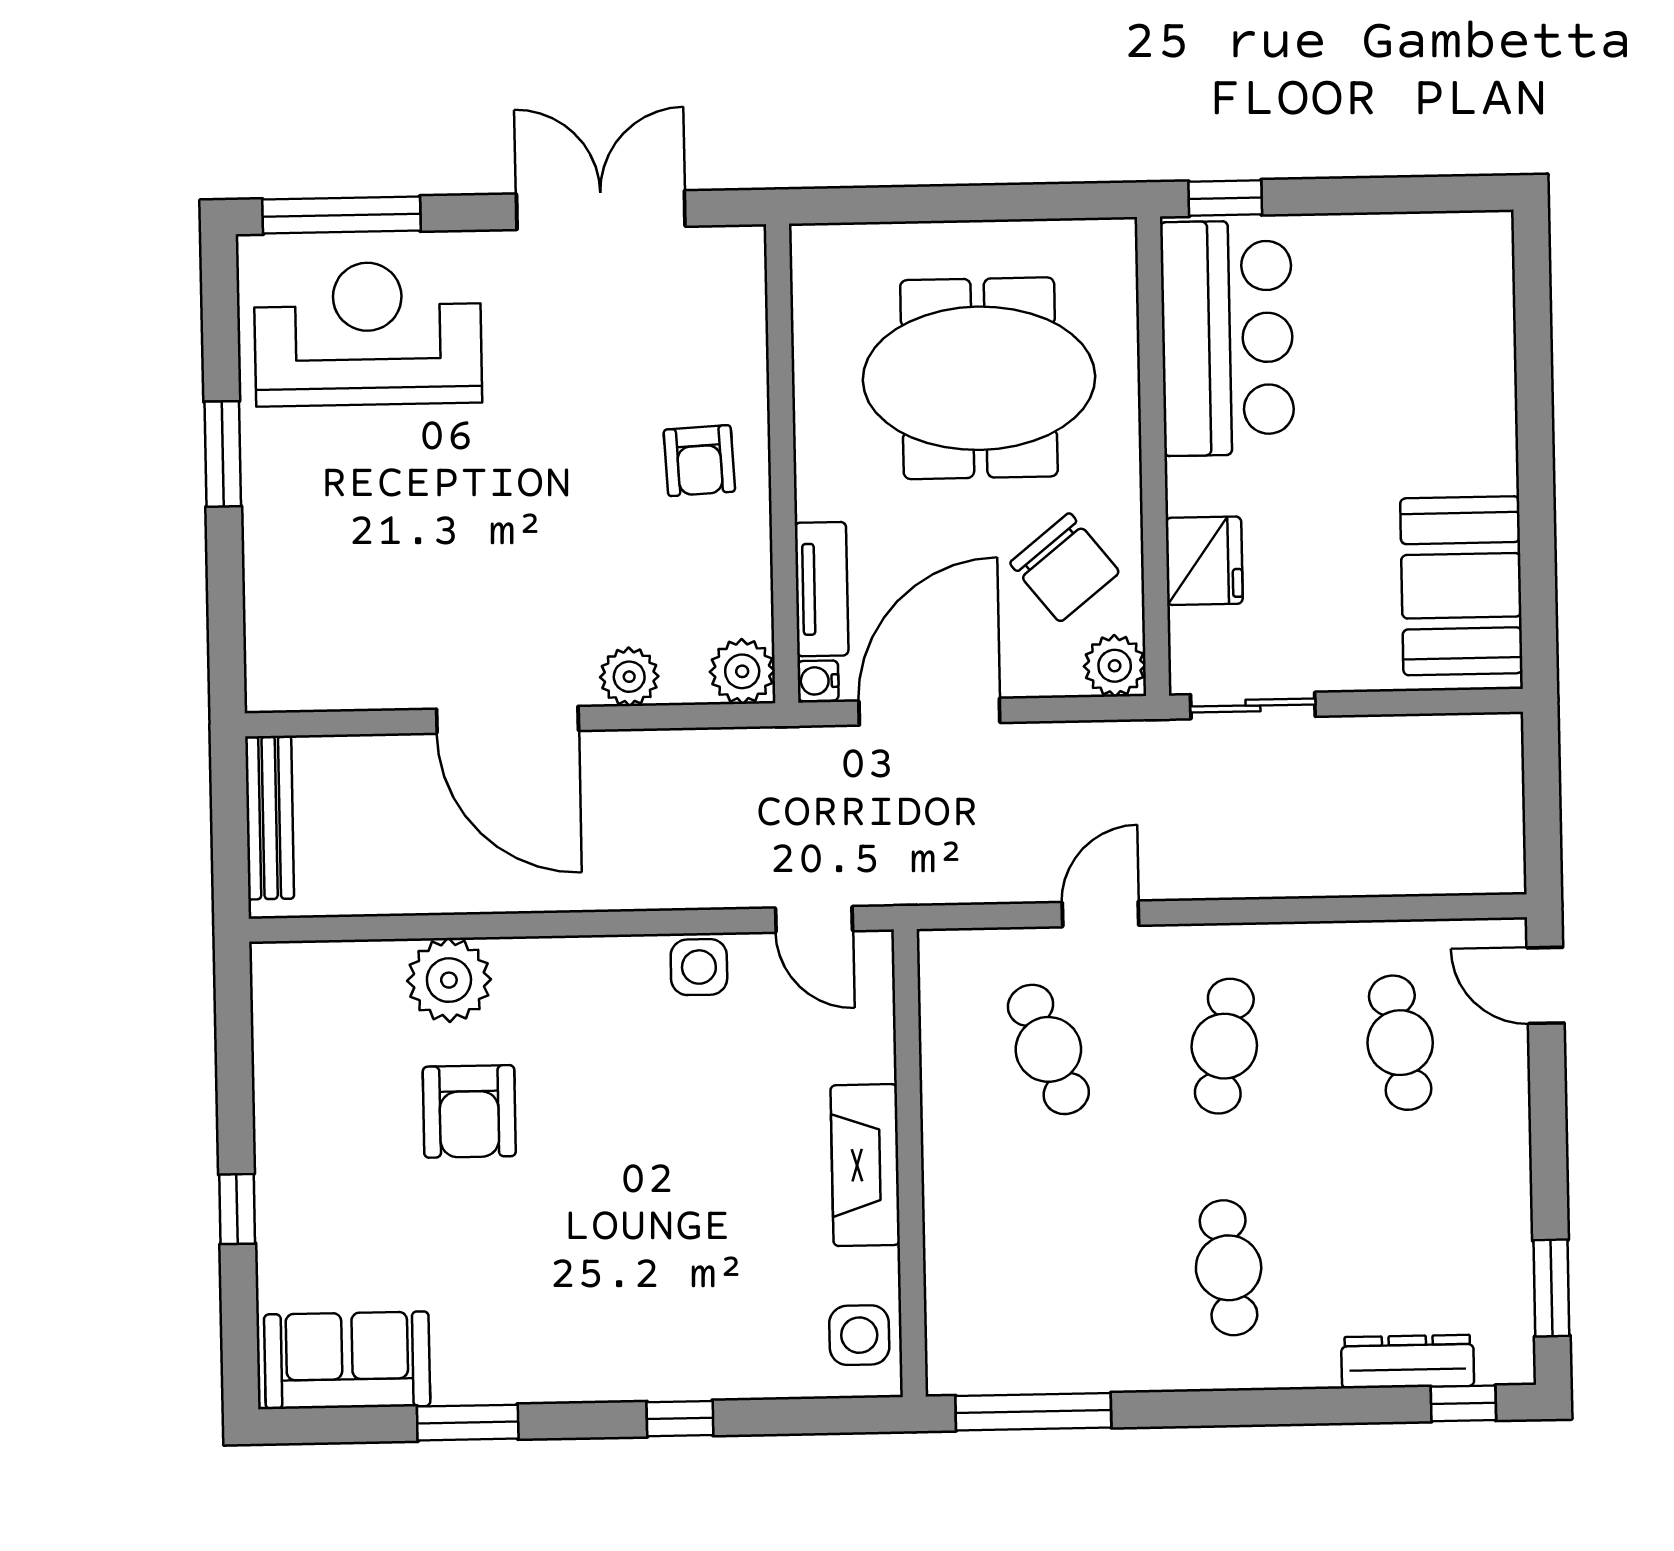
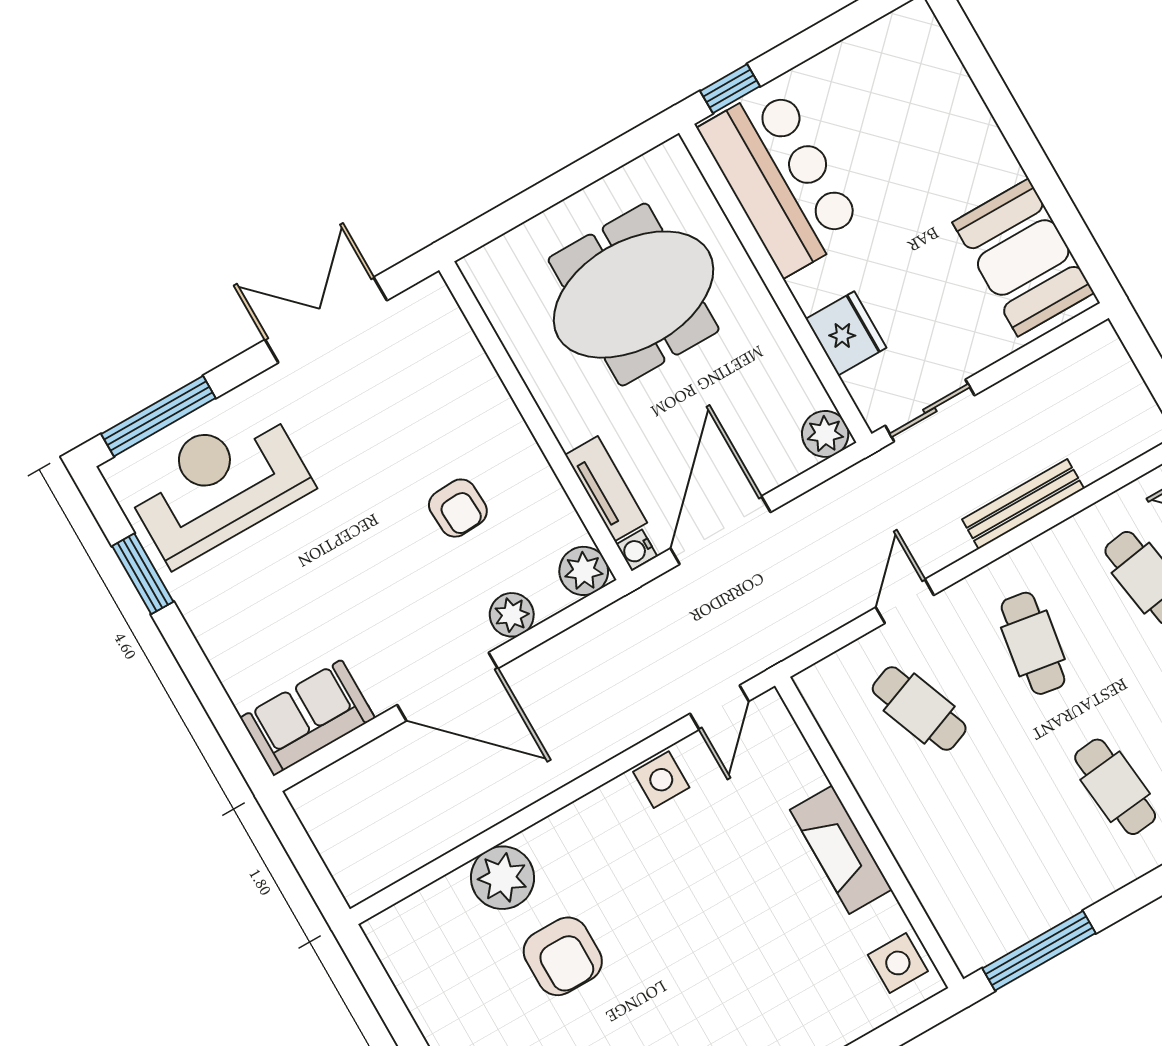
window: (223, 454) -> (143, 574), moved
armchair: (699, 461) -> (458, 508), moved
chair: (1065, 568) -> (757, 388), removed
sofa: (323, 666) -> (308, 718), added
bench: (270, 818) -> (1023, 504), moved, turned 90
door: (814, 919) -> (719, 707), hinge flipped

